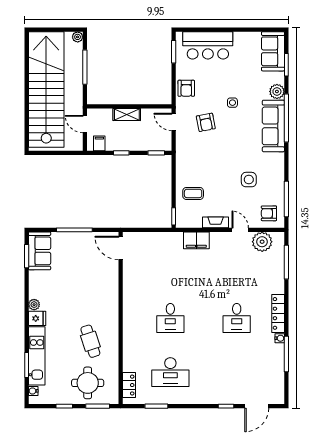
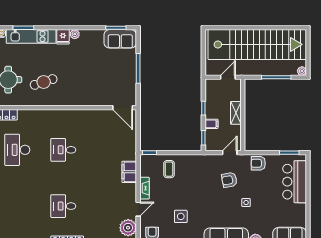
filing cabinet: (99, 143) -> (211, 124), moved
door: (121, 248) -> (123, 108), swing flipped

